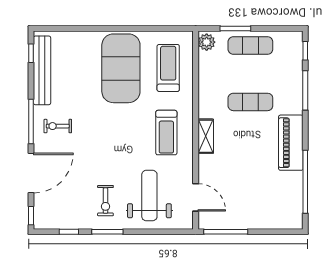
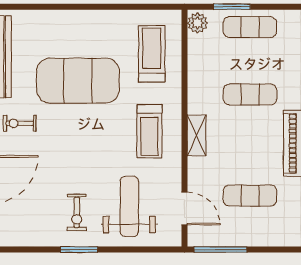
exercise mat: (121, 68) -> (78, 81), moved, turned 90
exercise mat: (250, 186) -> (250, 196), added
window: (69, 232) -> (33, 250), removed

